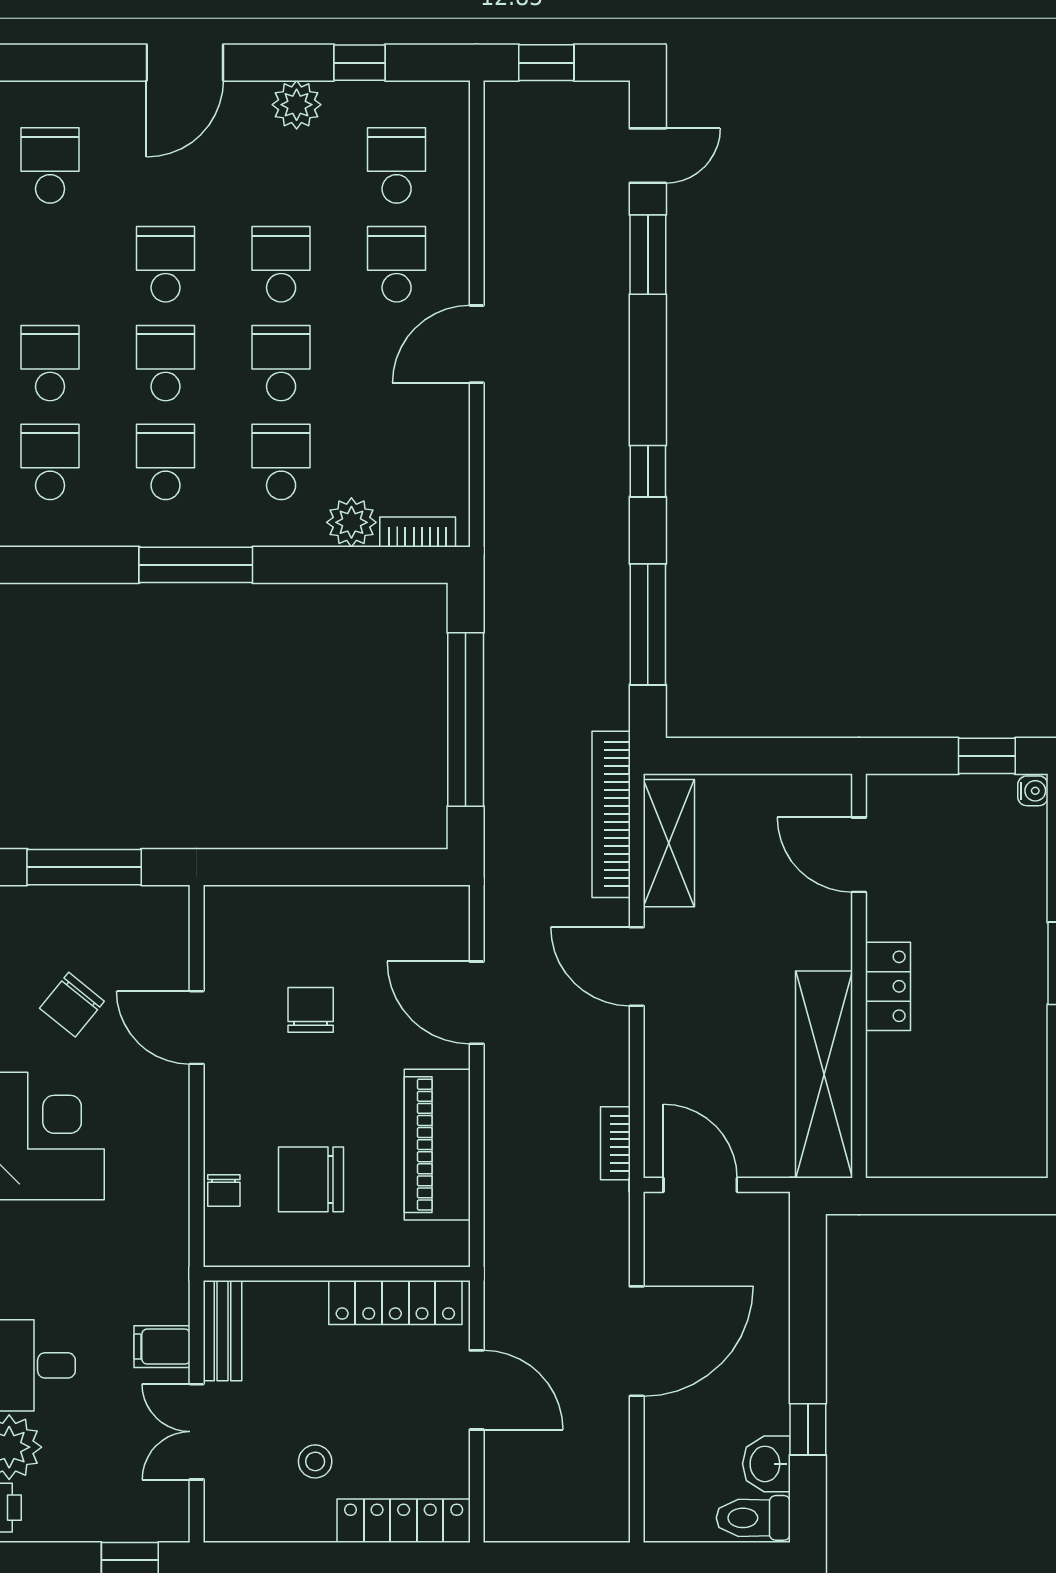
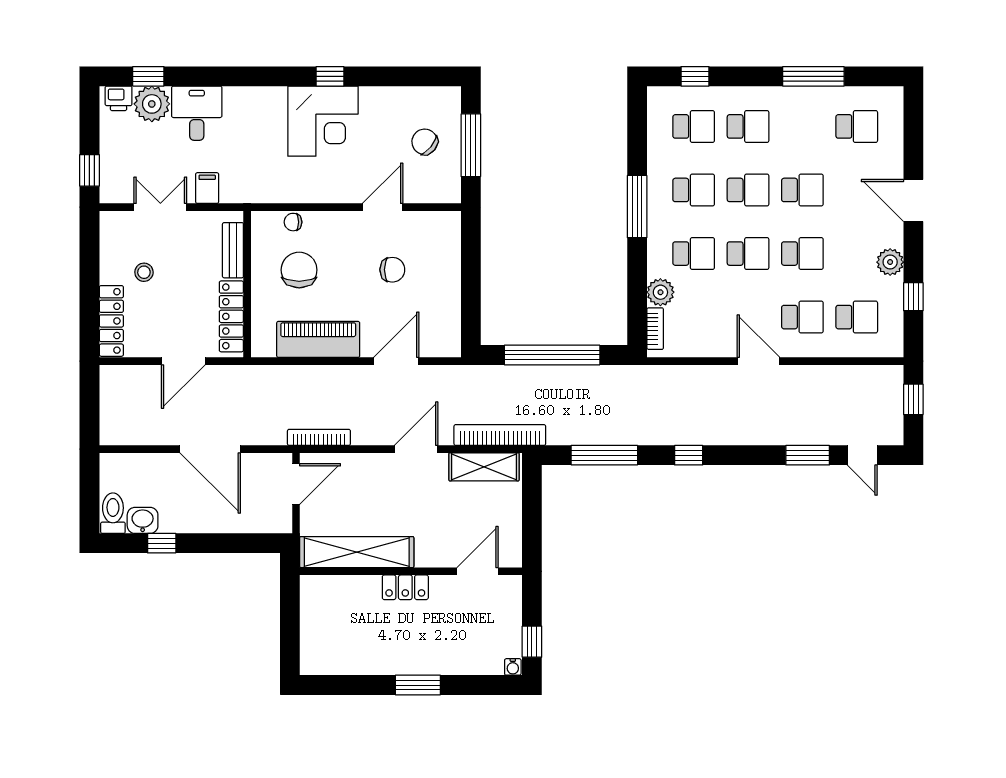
chair: (72, 1005) -> (425, 142), moved
bookcase: (615, 1143) -> (319, 437), width x1.56
bench: (222, 1331) -> (233, 250), moved, turned 90

